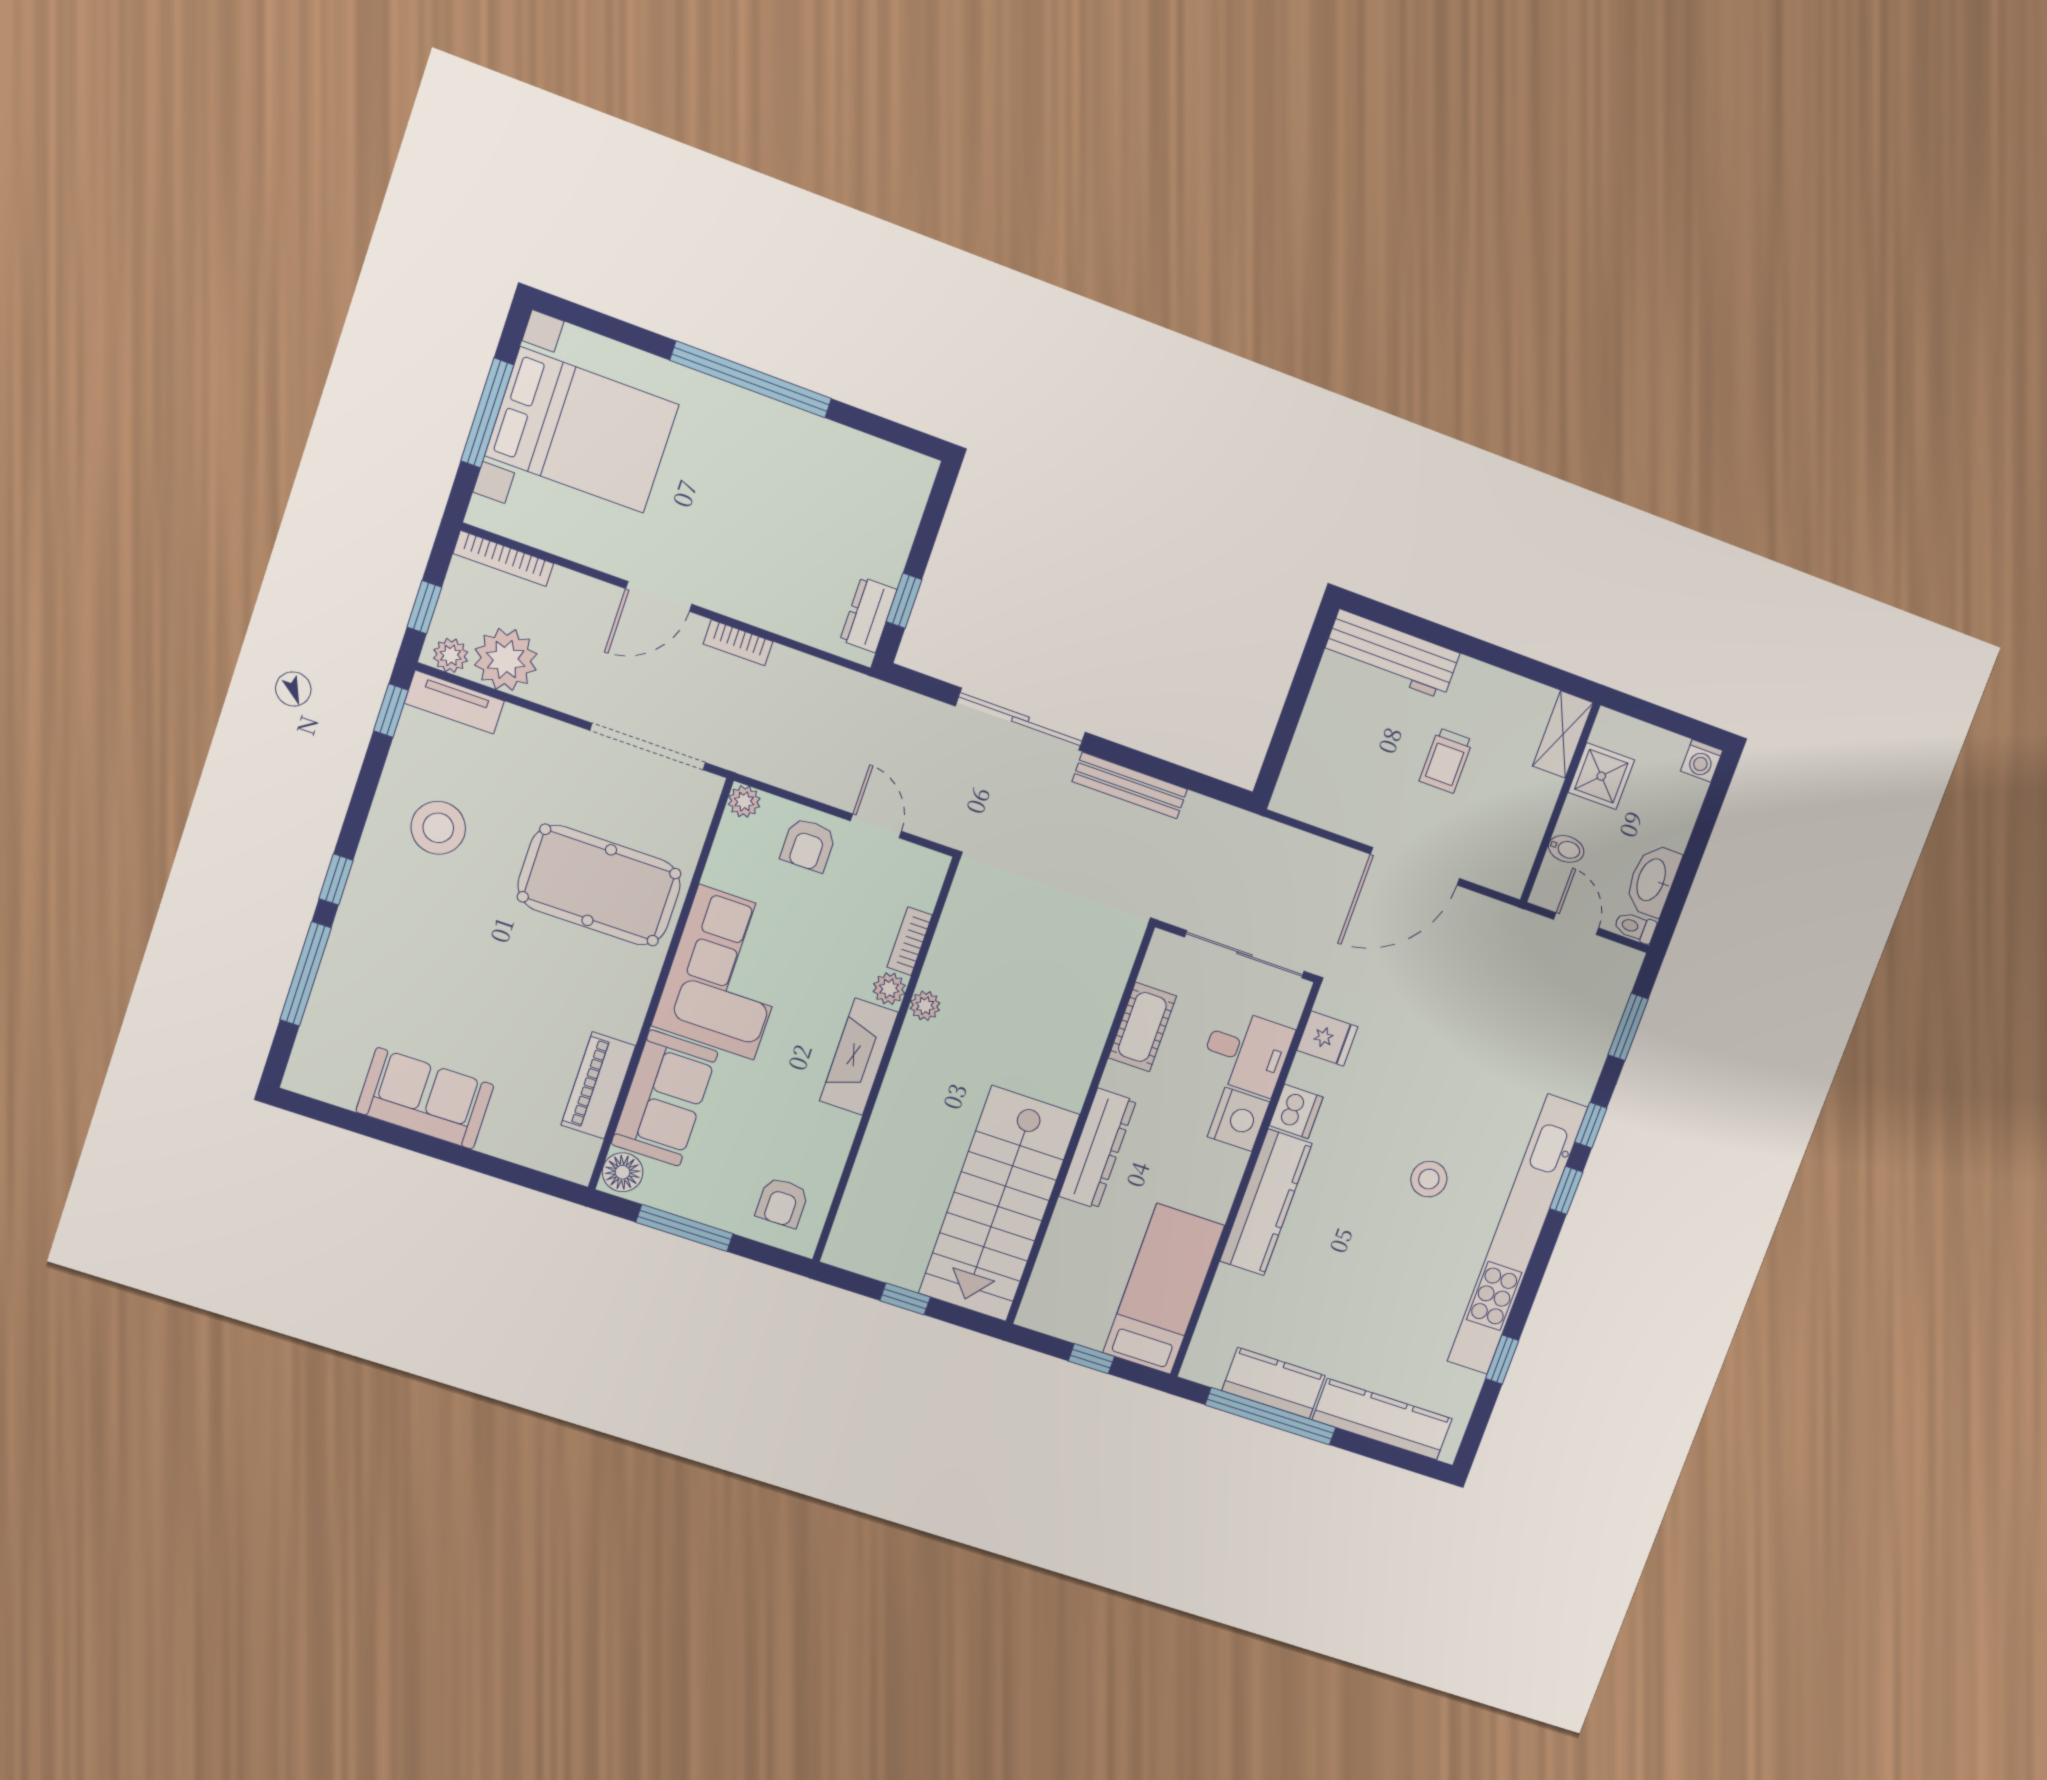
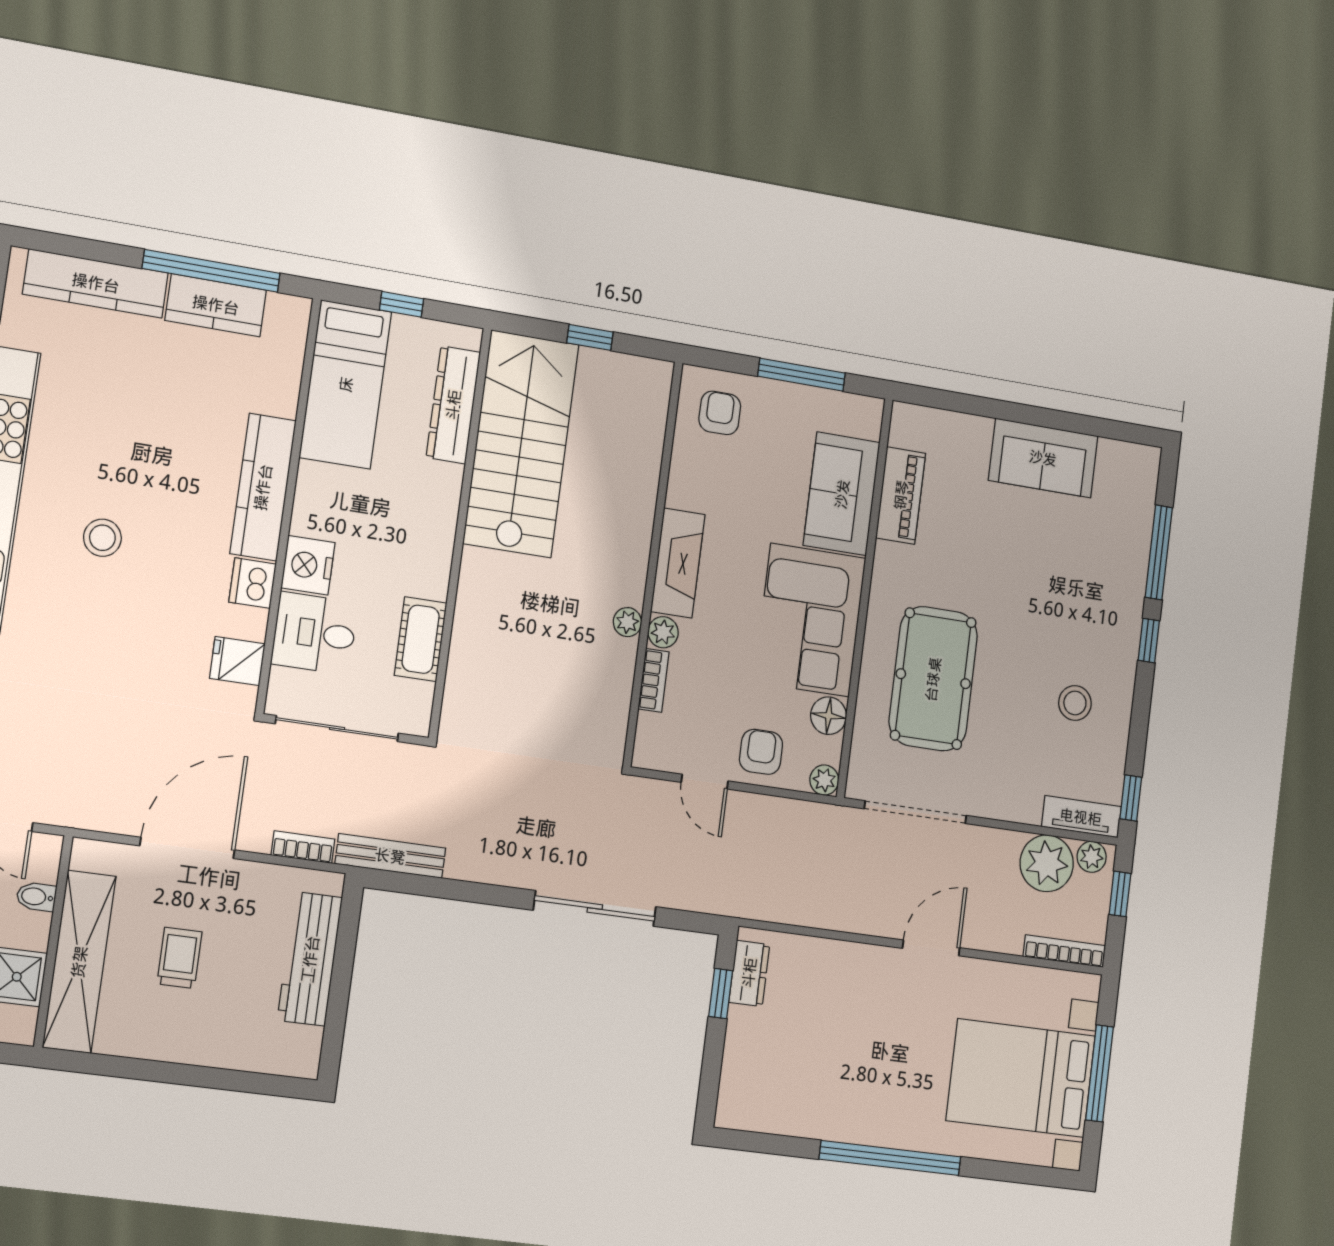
bookcase: (738, 643) -> (303, 847), moved
workbench: (1391, 654) -> (310, 959), moved, turned -90
shelving: (1563, 734) -> (79, 962), width x2.20, depth x1.33
bench: (1130, 785) -> (390, 856), moved
stool: (438, 828) -> (1075, 703), width x0.73, depth x0.73
pool table: (599, 885) -> (933, 679), turned 90
dresser: (1098, 1149) -> (453, 405), moved
floor lamp: (623, 1172) -> (829, 716), moved

